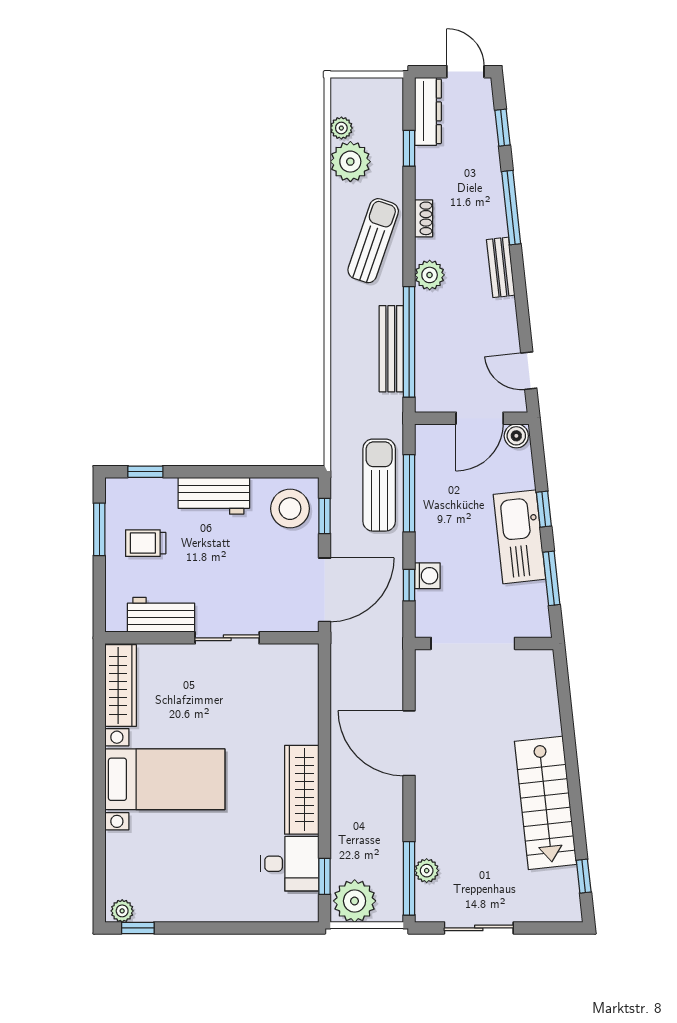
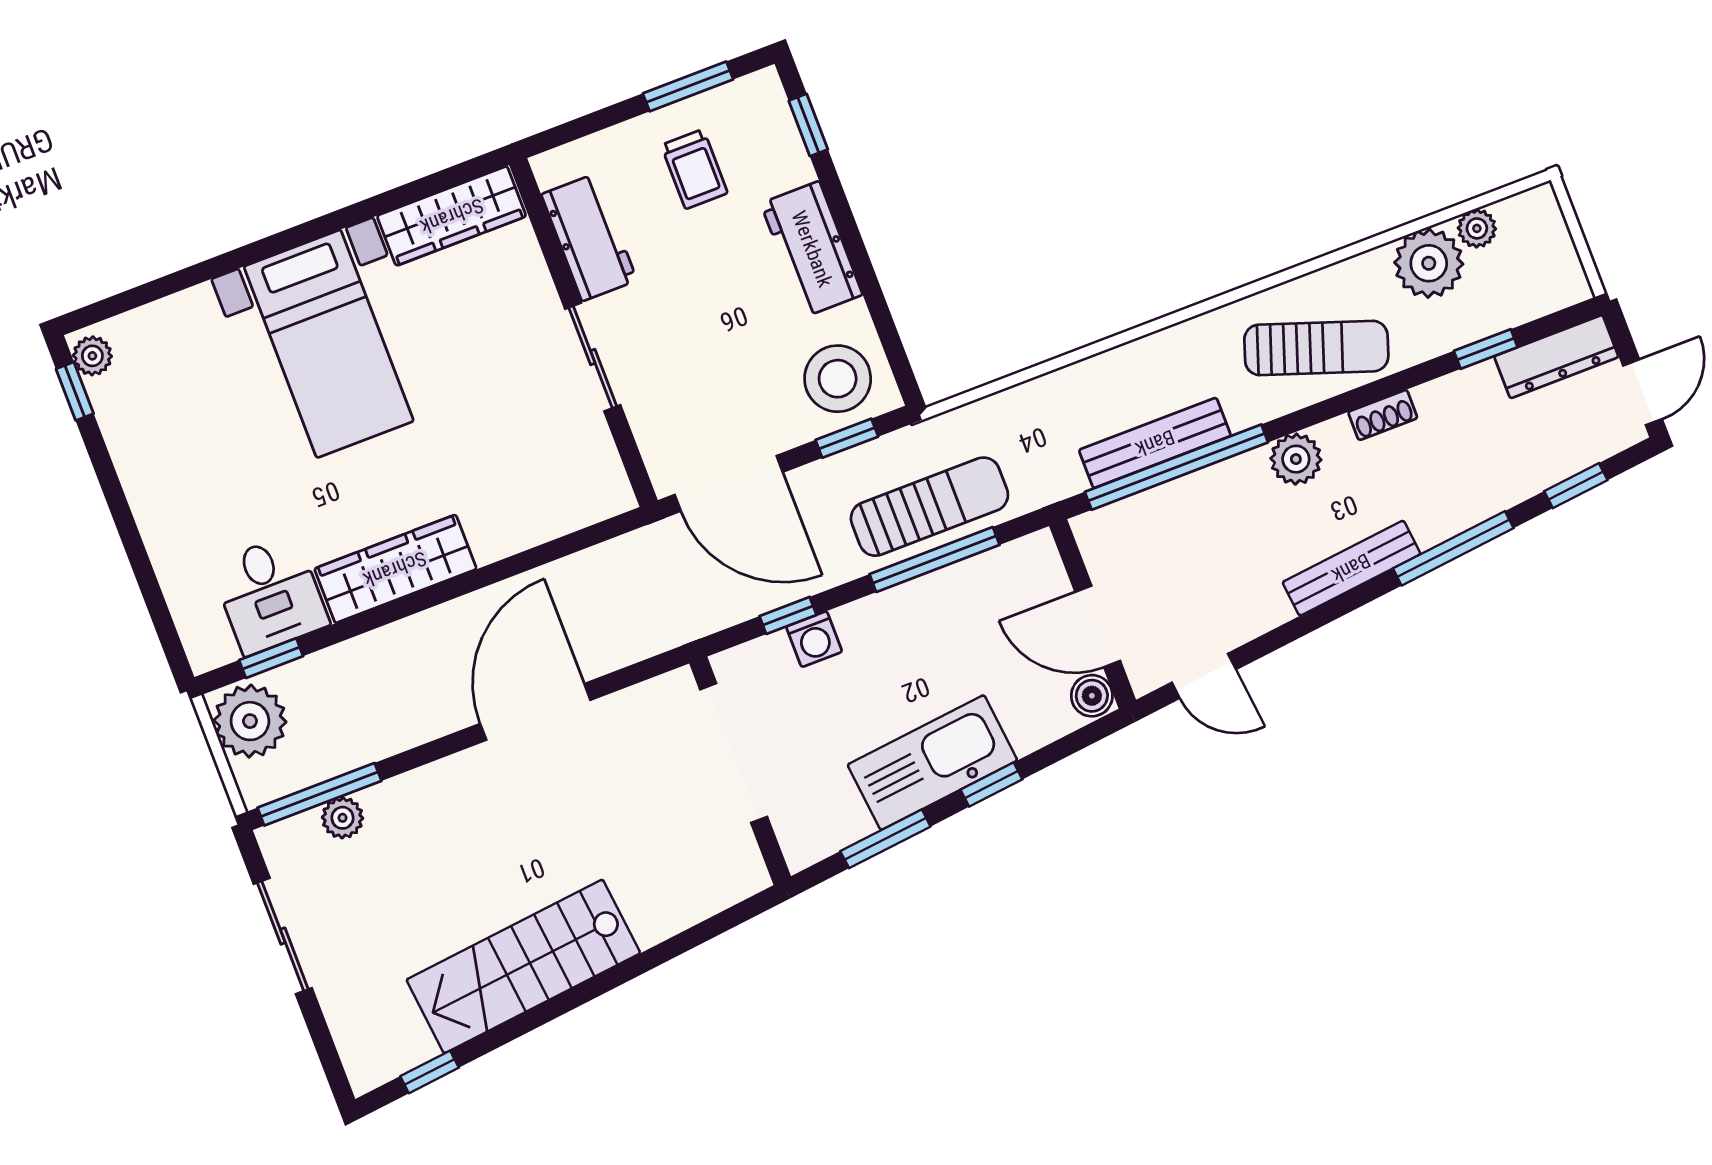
bench: (501, 267) -> (1351, 568), width x1.36
door: (529, 371) -> (1204, 676), swing flipped
trolley: (146, 543) -> (694, 169), turned 180

